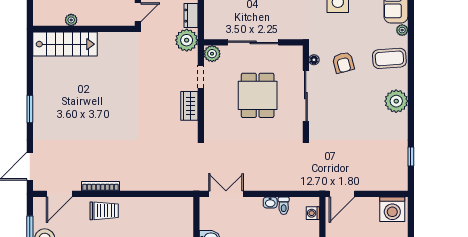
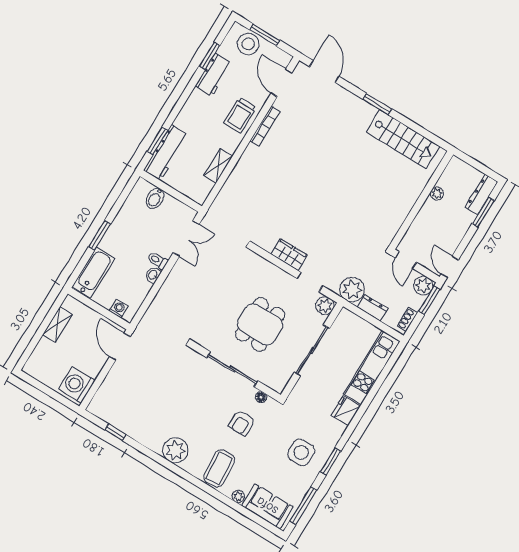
stairs: (65, 44) -> (403, 139), moved, turned -90
armchair: (343, 63) -> (242, 423), turned -75
dining table: (258, 95) -> (260, 324), turned 90
shelving: (154, 204) -> (218, 166), added
toilet: (284, 206) -> (158, 260), moved

